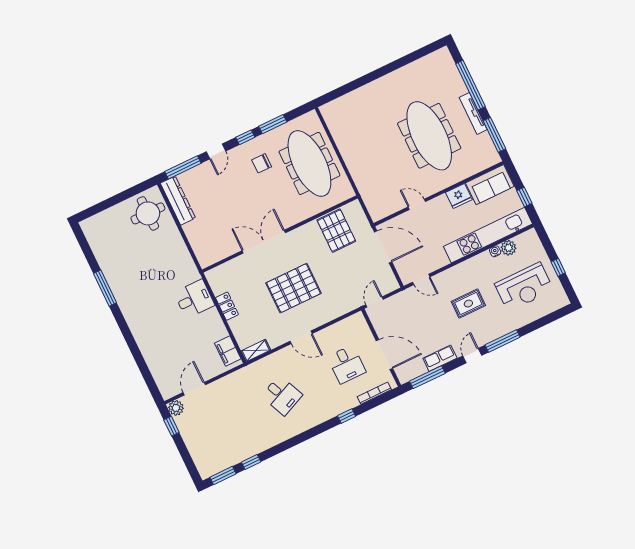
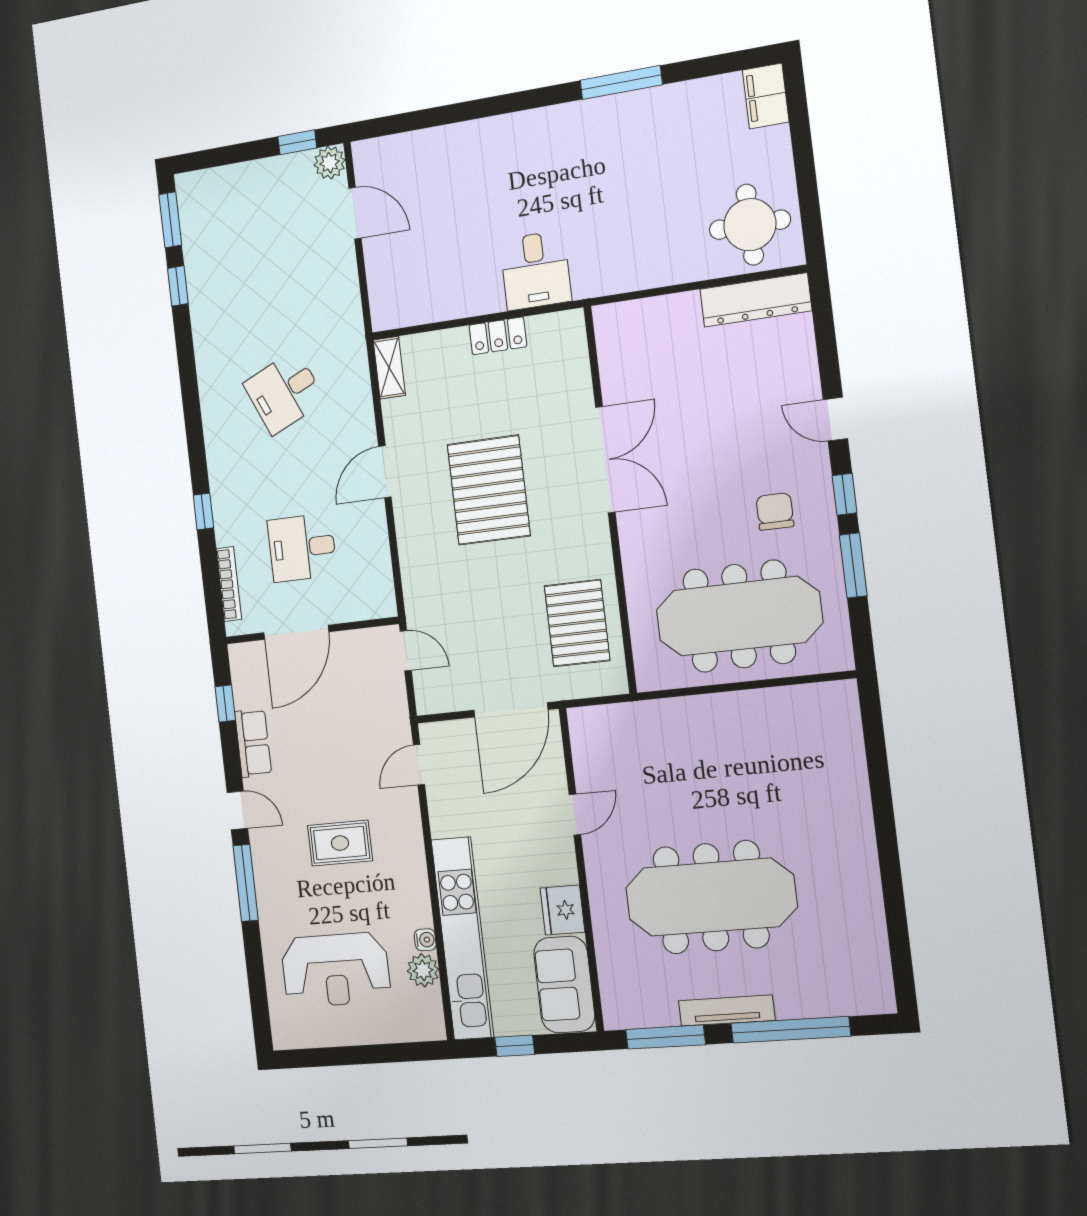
window: (183, 167) -> (825, 334), removed
pallet: (336, 231) -> (577, 623), turned 90
window: (558, 267) -> (351, 1055), removed
reception desk: (524, 287) -> (336, 970), turned -90
rug: (468, 304) -> (340, 843), turned 90
filing cabinet: (228, 351) -> (766, 96), moved, turned -90
window: (427, 377) -> (225, 704), width x0.46

